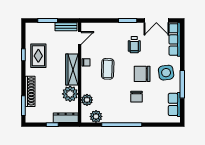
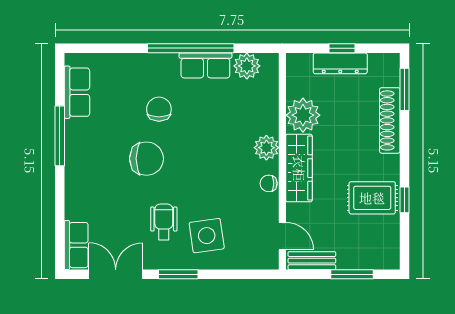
door: (80, 38) -> (282, 236), swing flipped
row of seats: (175, 39) -> (76, 245), width x0.68
rug: (38, 56) -> (372, 198), turned 90
coffee table: (108, 69) -> (221, 169), removed
side table: (166, 73) -> (207, 236), moved
plant: (87, 100) -> (266, 148), moved
row of seats: (115, 117) -> (205, 65), added
dresser: (66, 118) -> (340, 63), moved

